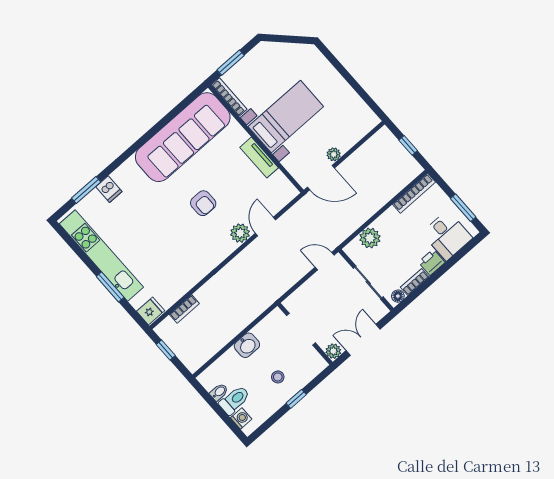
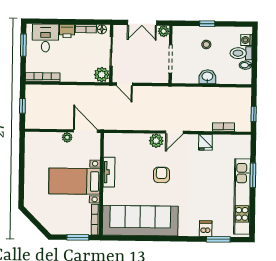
door: (265, 227) -> (174, 132), moved
plant: (370, 238) -> (102, 75), moved
fridge: (151, 311) -> (205, 142), moved, turned -90

